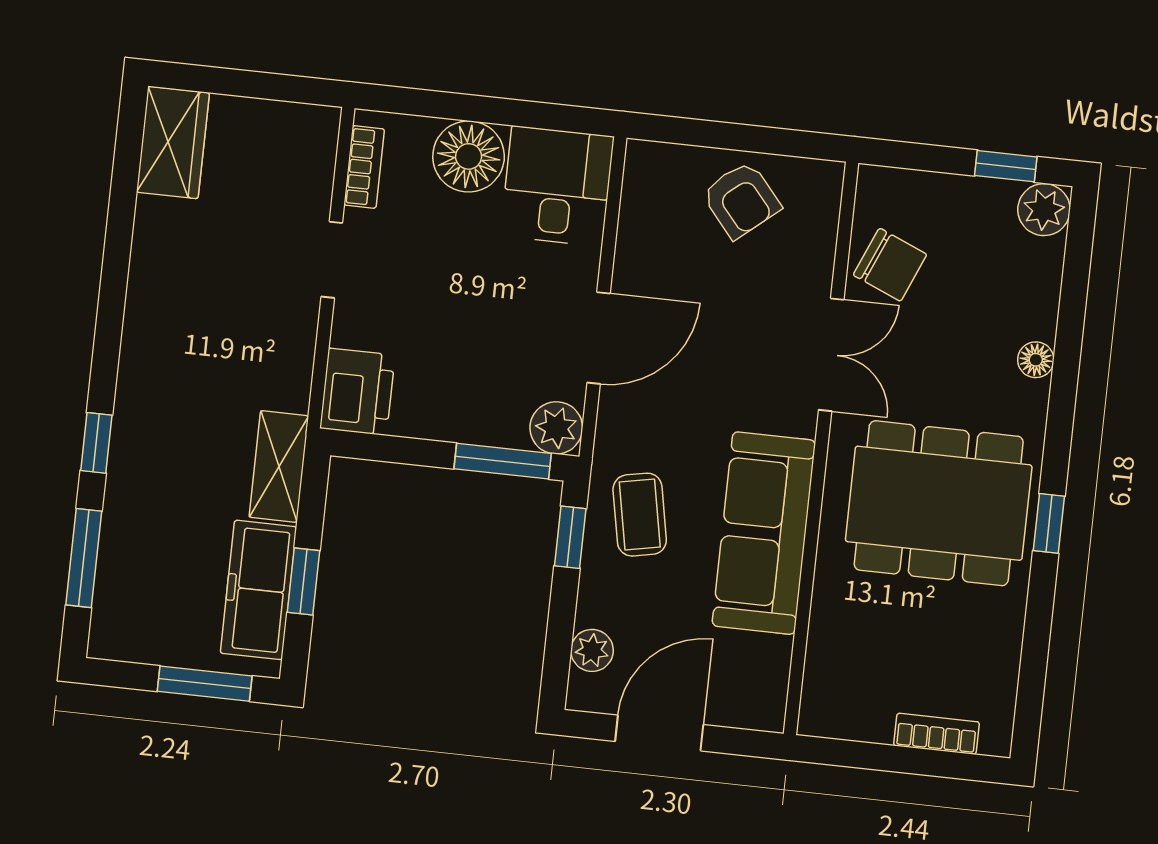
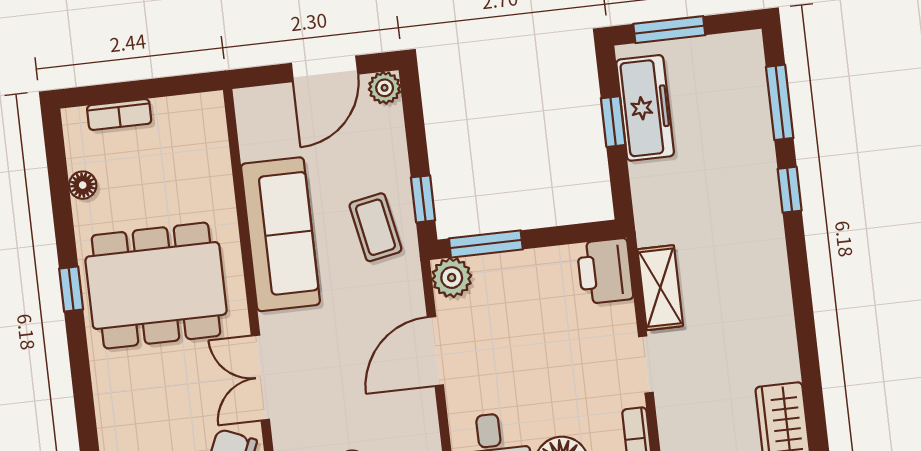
floor lamp: (1036, 360) -> (83, 185), moved
shelving: (279, 466) -> (660, 288), moved
plant: (592, 650) -> (385, 88), moved

